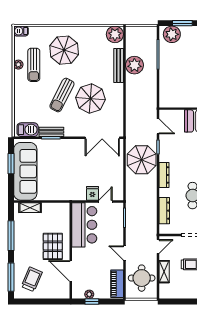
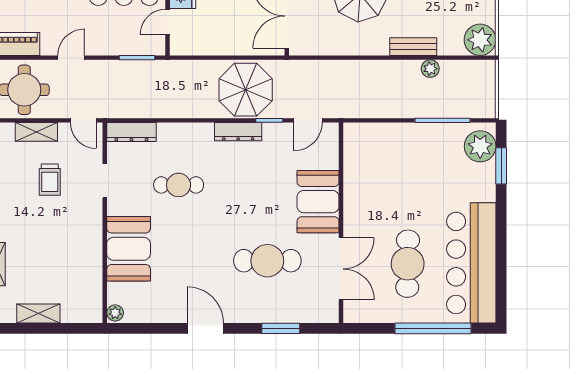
plant: (134, 65) -> (430, 69), width x0.53, depth x0.53
bench: (119, 66) -> (413, 47), width x0.73
dresser: (164, 175) -> (238, 132), moved
door: (105, 201) -> (168, 22), swing flipped
dresser: (164, 211) -> (131, 132), moved

